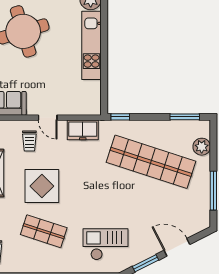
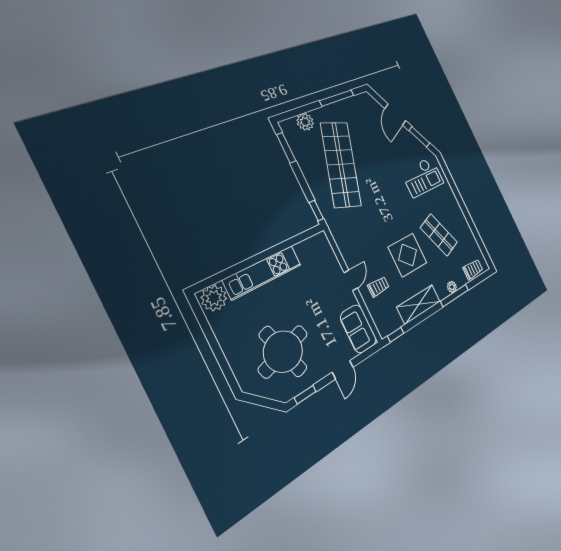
freezer: (83, 130) -> (345, 241), removed
shop shelf: (44, 231) -> (439, 235), turned -39
checkout: (106, 244) -> (422, 177), turned -90

